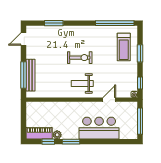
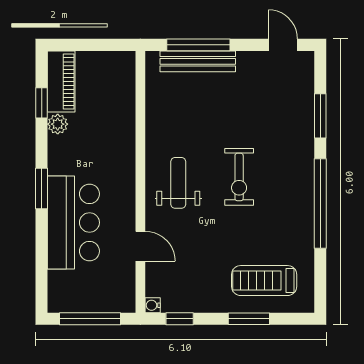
window: (115, 23) -> (320, 203), moved
window: (71, 142) -> (42, 188), moved

